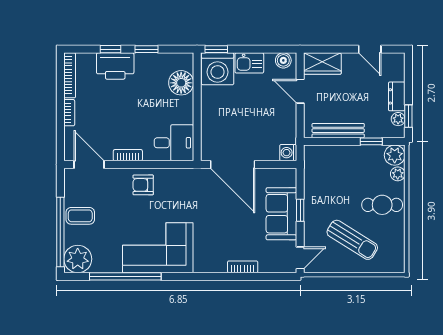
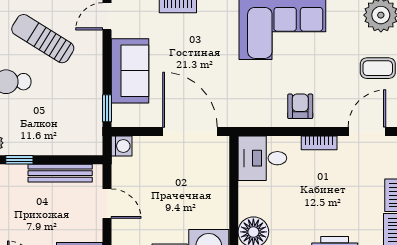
door: (300, 91) -> (107, 204), moved
door: (89, 164) -> (367, 131), swing flipped
armchair: (143, 185) -> (300, 106), turned -90
window: (300, 210) -> (107, 108), moved

